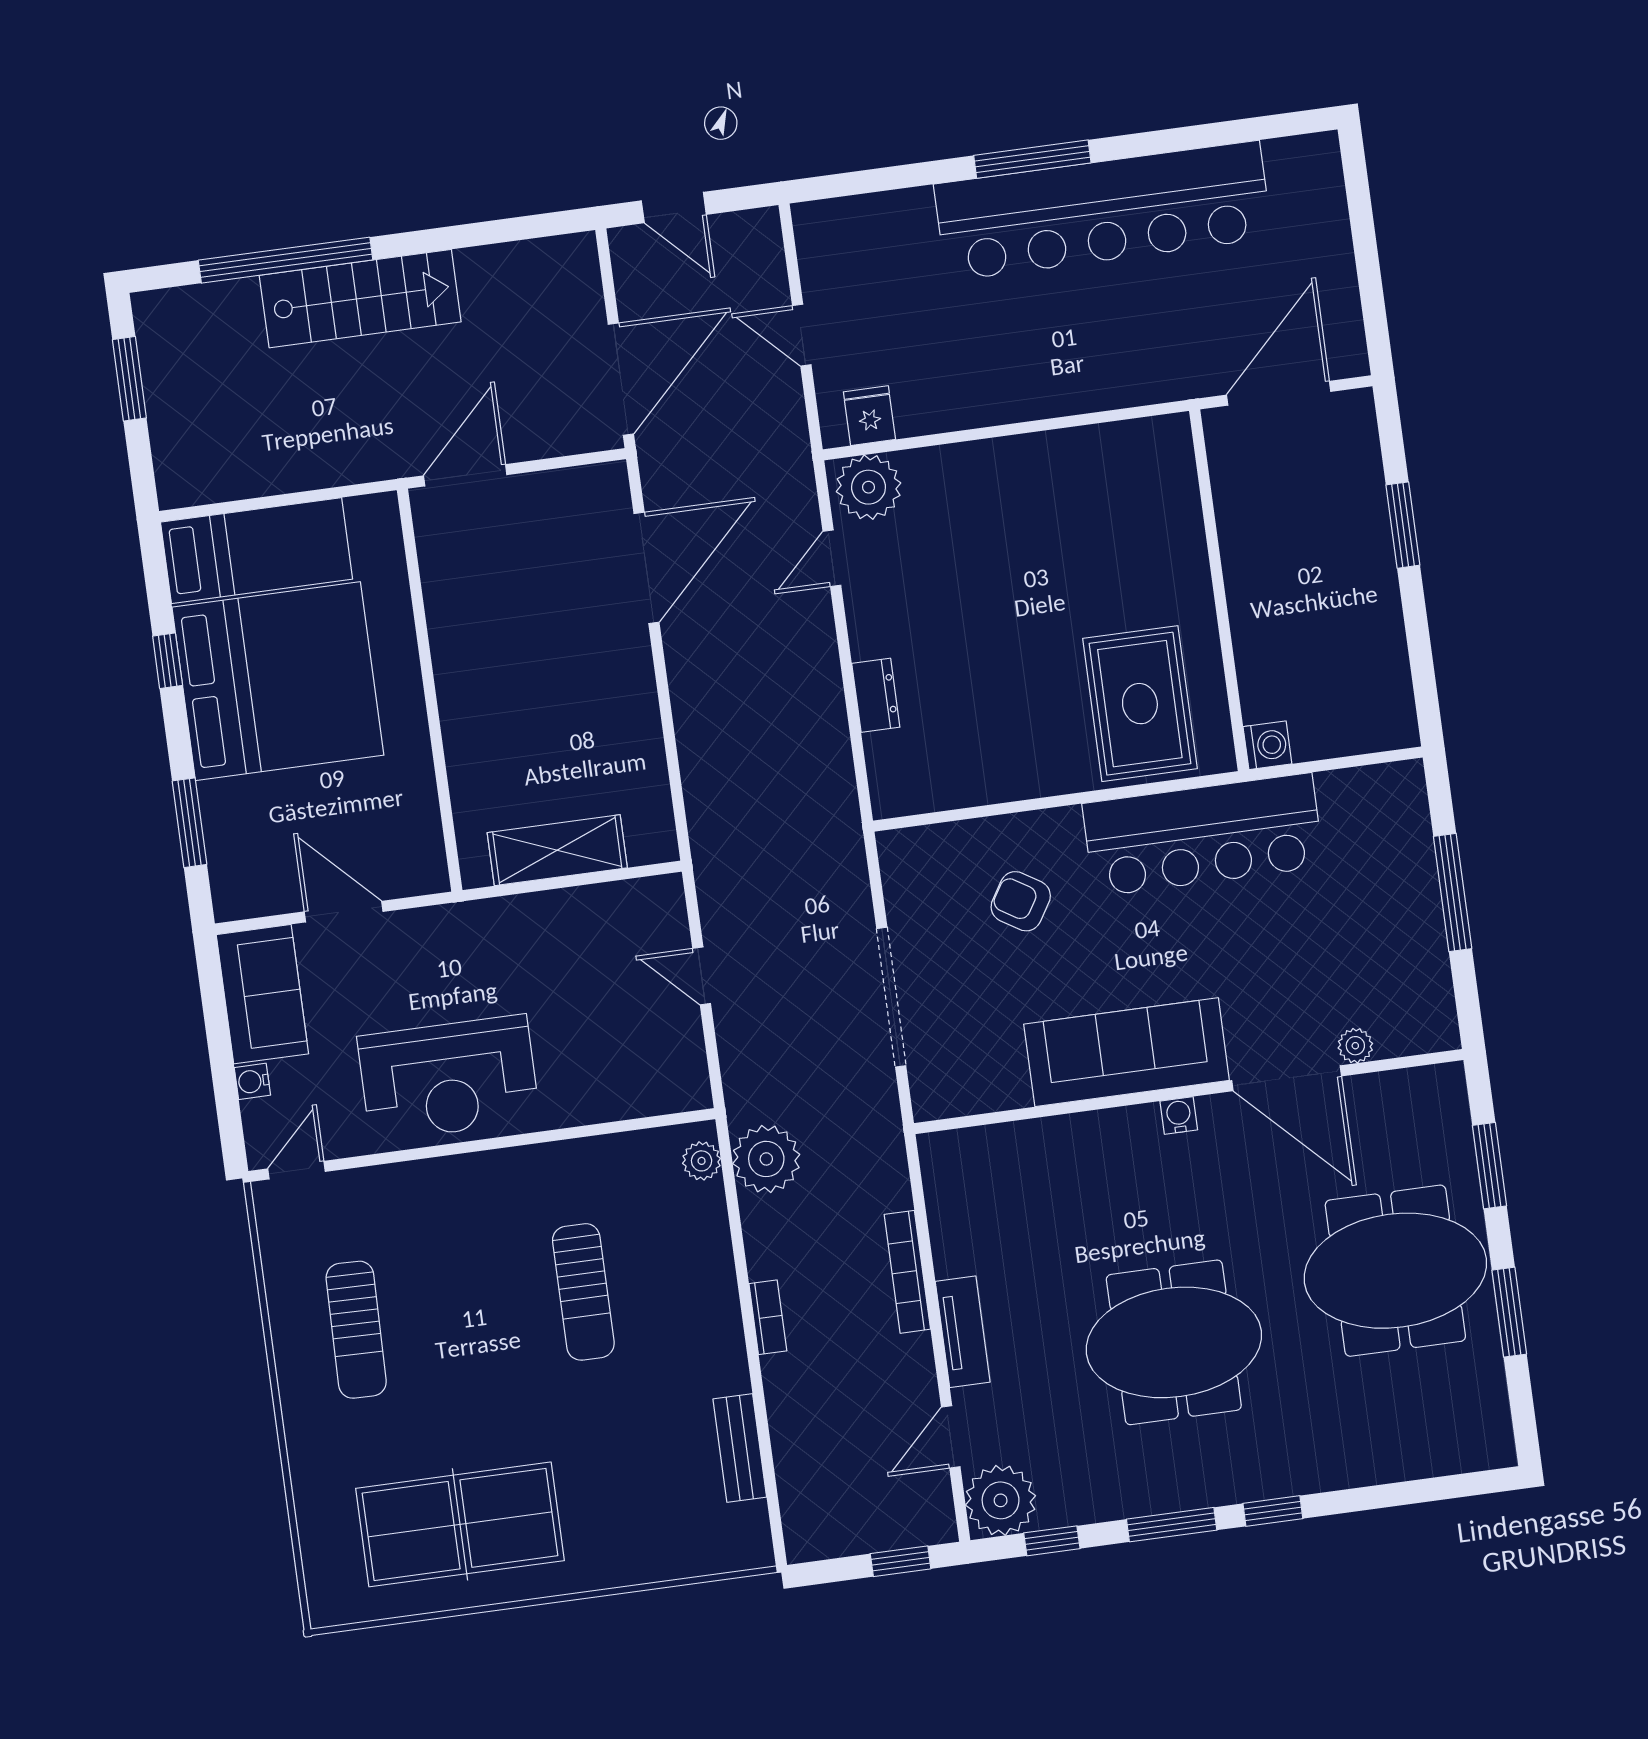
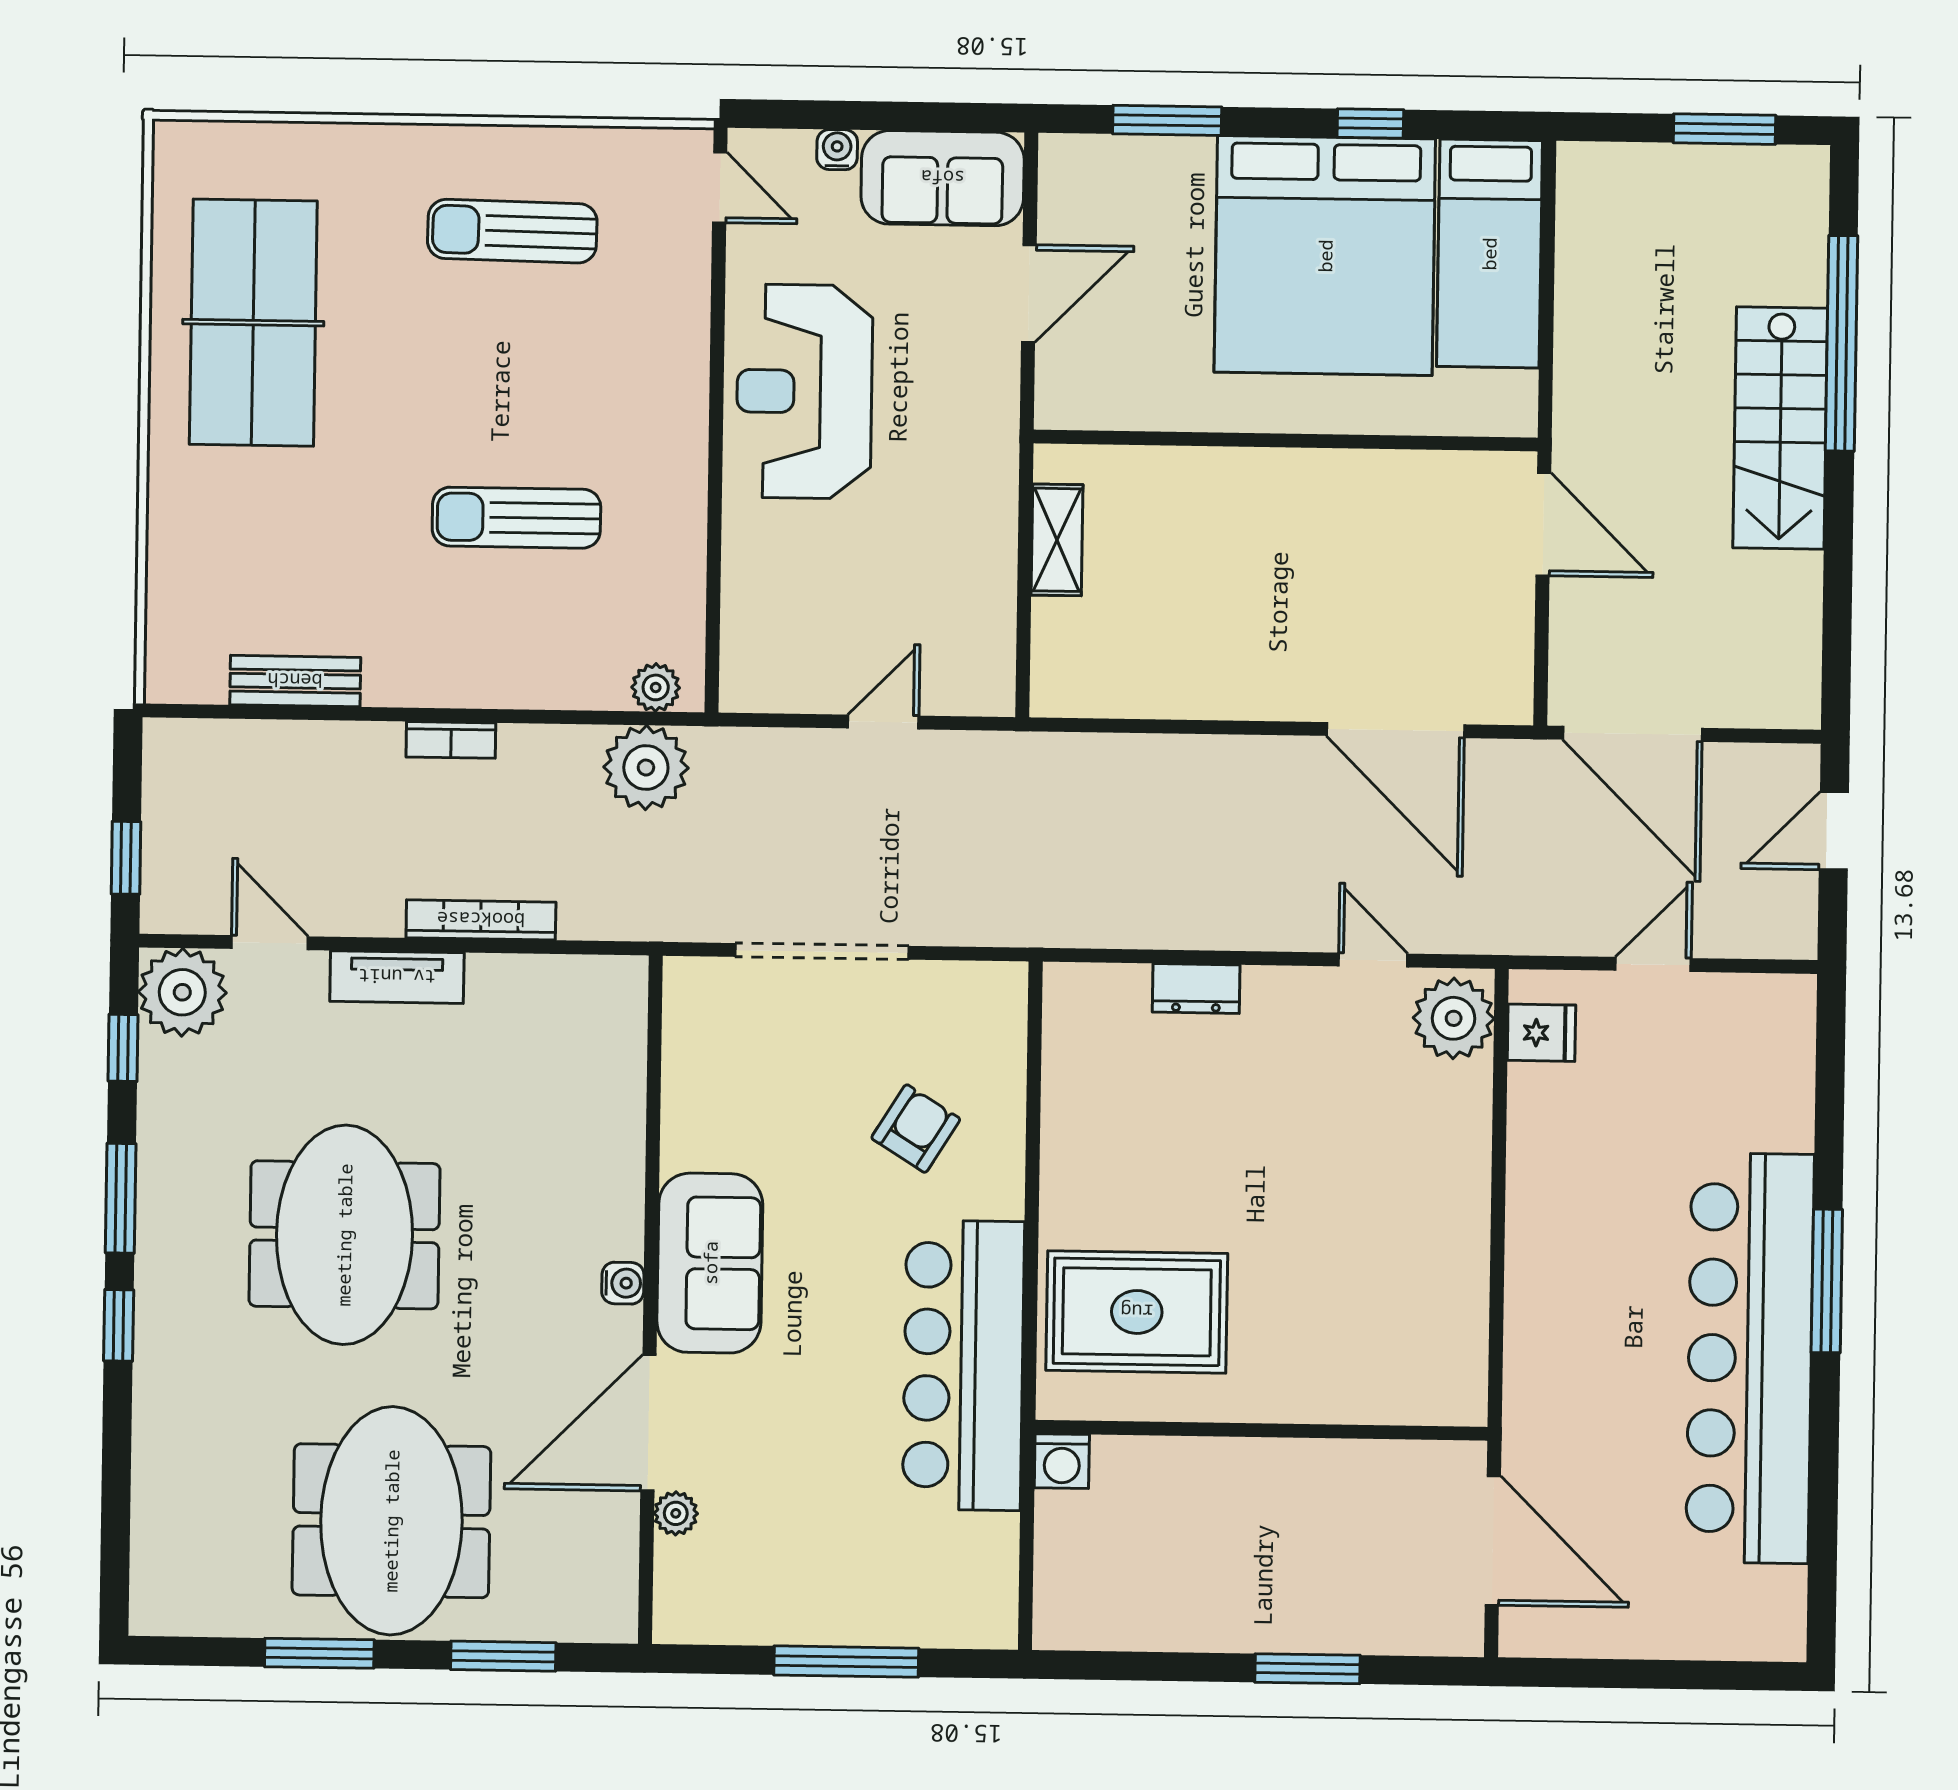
shelving: (557, 850) -> (1057, 540), width x0.67, depth x0.75
sofa: (1127, 1052) -> (710, 1263), width x0.73

